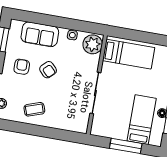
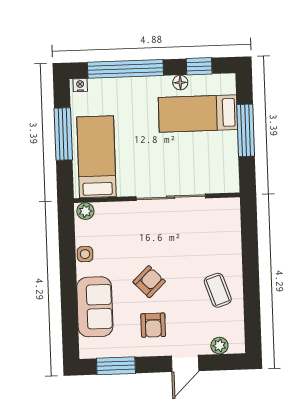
window: (146, 37) -> (63, 134), added
plant: (93, 44) -> (85, 211), width x0.53, depth x0.53
armchair: (22, 67) -> (153, 325), turned -90

